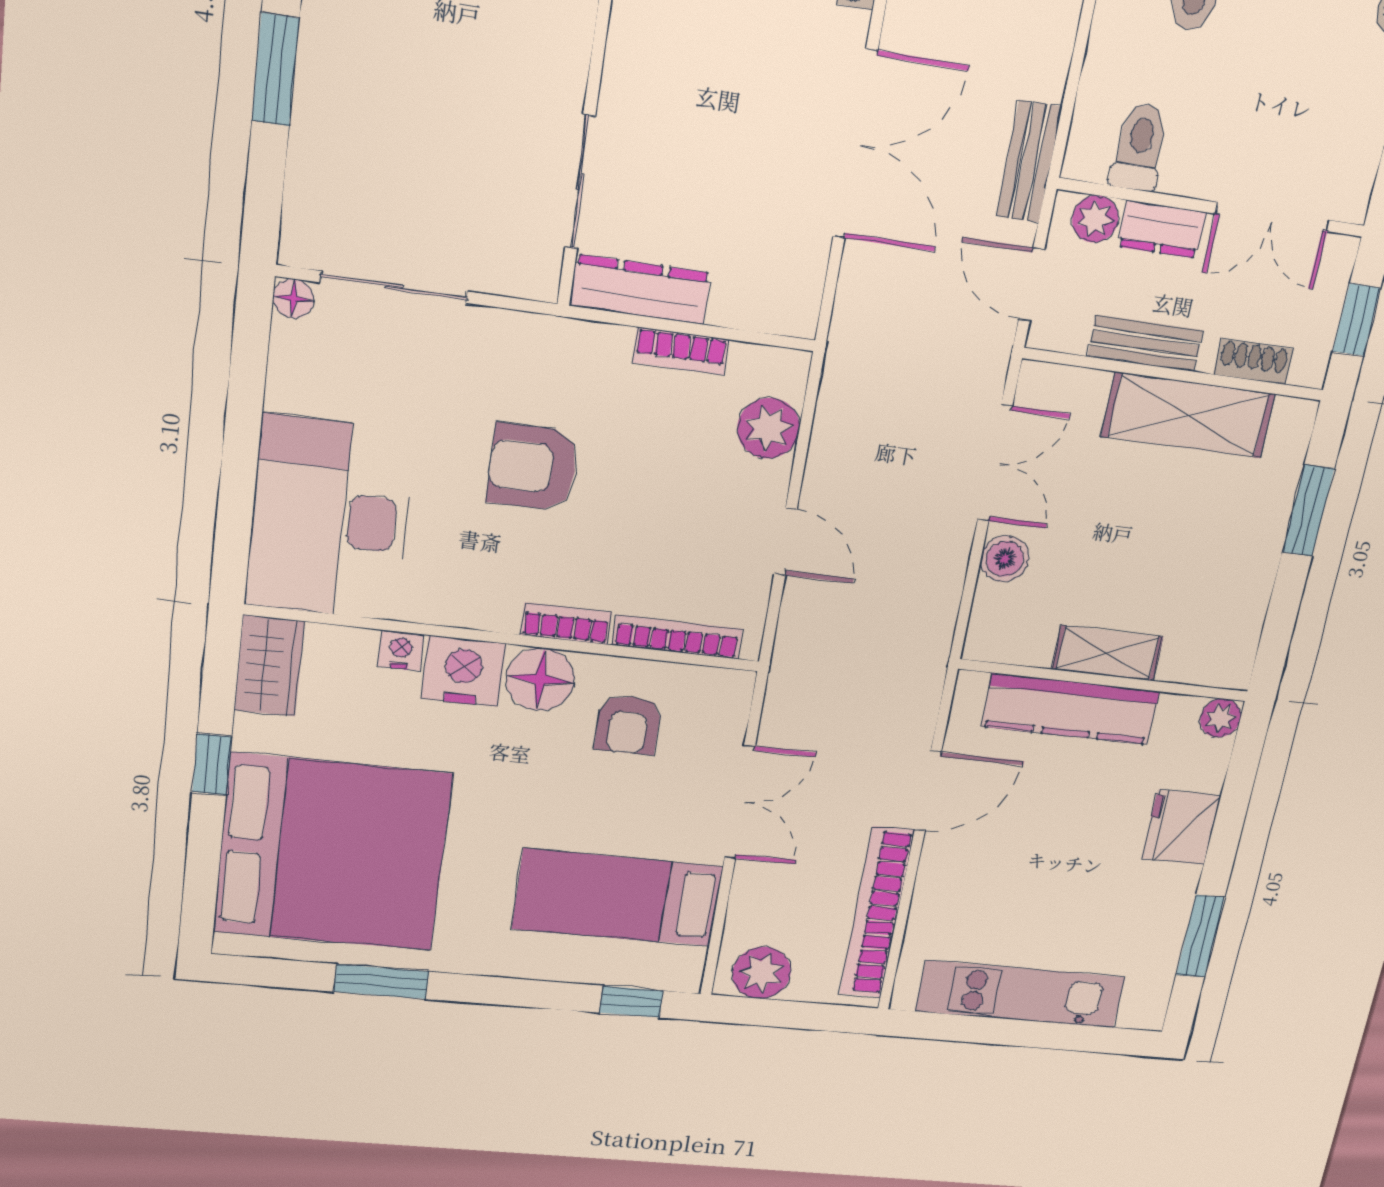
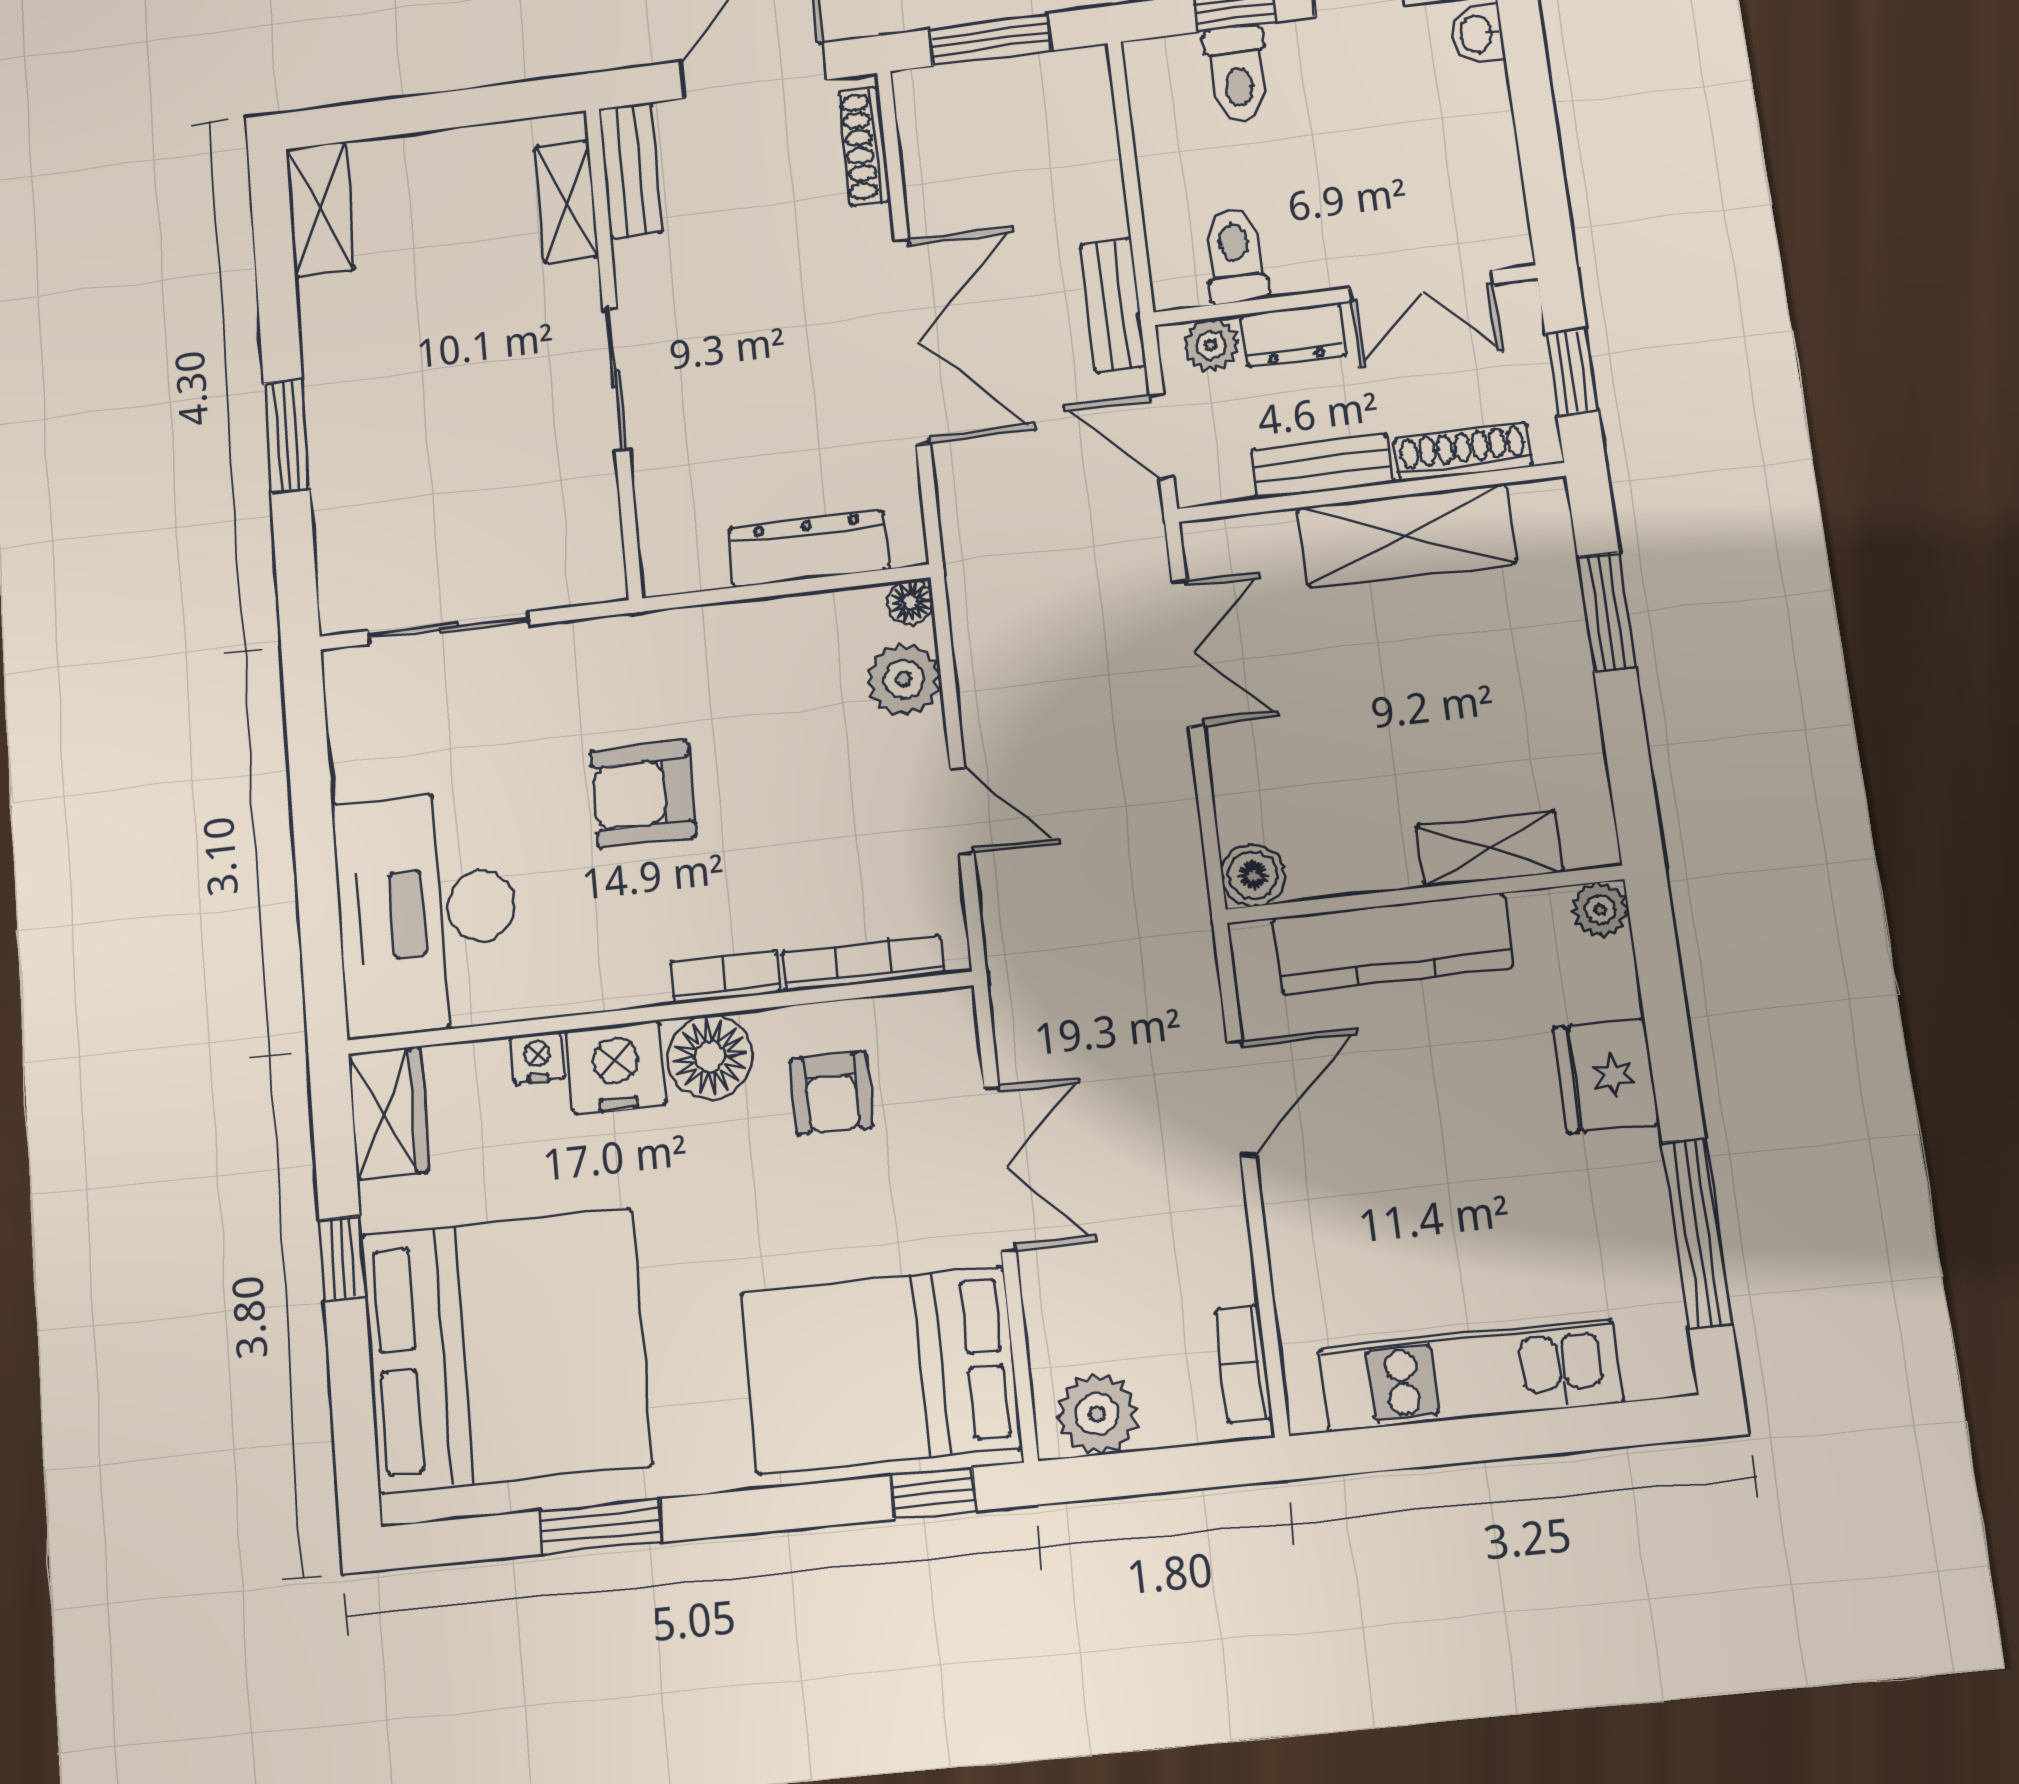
sliding door: (580, 182) -> (616, 379), moved
dresser: (640, 289) -> (808, 549), moved
floor lamp: (293, 299) -> (910, 602), moved
bookcase: (681, 351) -> (779, 617), removed
shoe rack: (1253, 362) -> (1463, 453), width x1.43
boiler: (1005, 559) -> (1253, 875), moved
shelving: (1107, 653) -> (1490, 849), moved
bed: (618, 898) -> (880, 1370), width x1.50
bookcase: (877, 913) -> (1244, 1364), width x0.43, depth x0.76
window: (1200, 936) -> (1697, 1233), width x1.44

